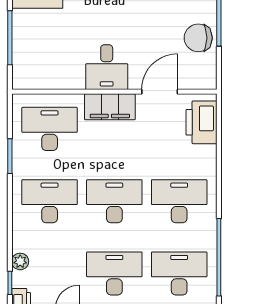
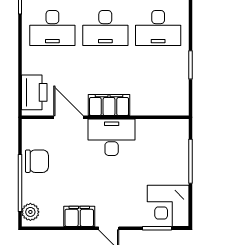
desk: (107, 67) -> (112, 137), width x1.37
door: (160, 92) -> (68, 117), swing flipped
desk: (50, 129) -> (158, 87), removed

